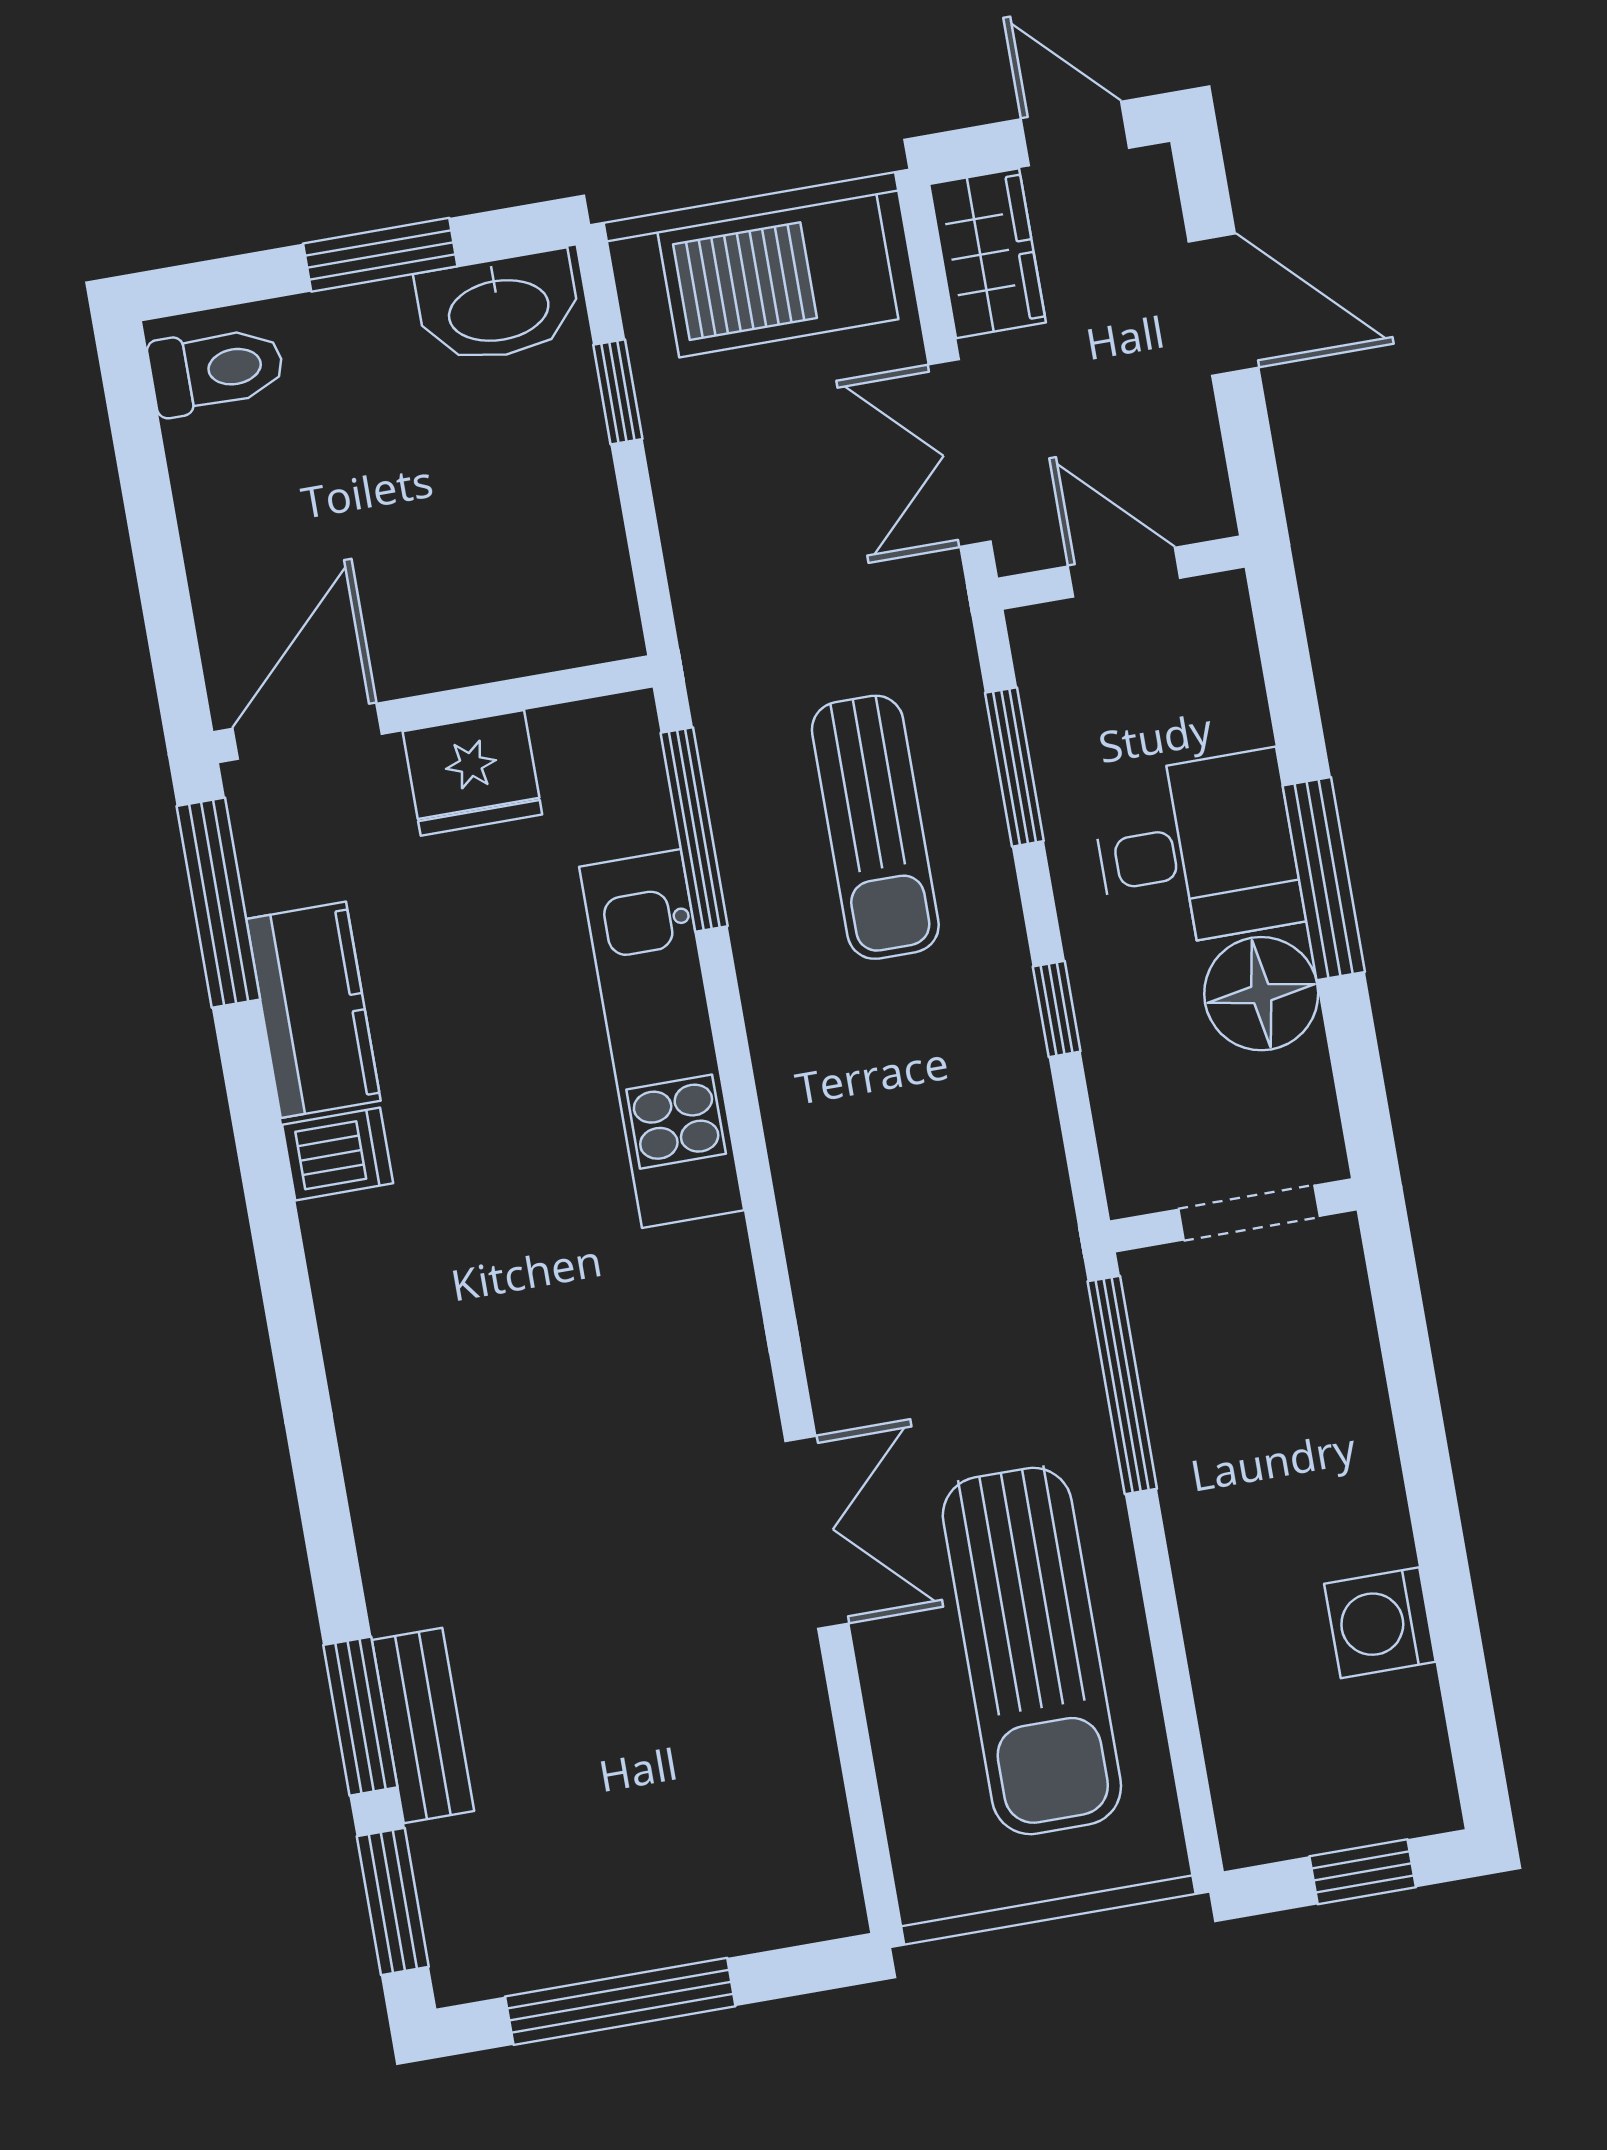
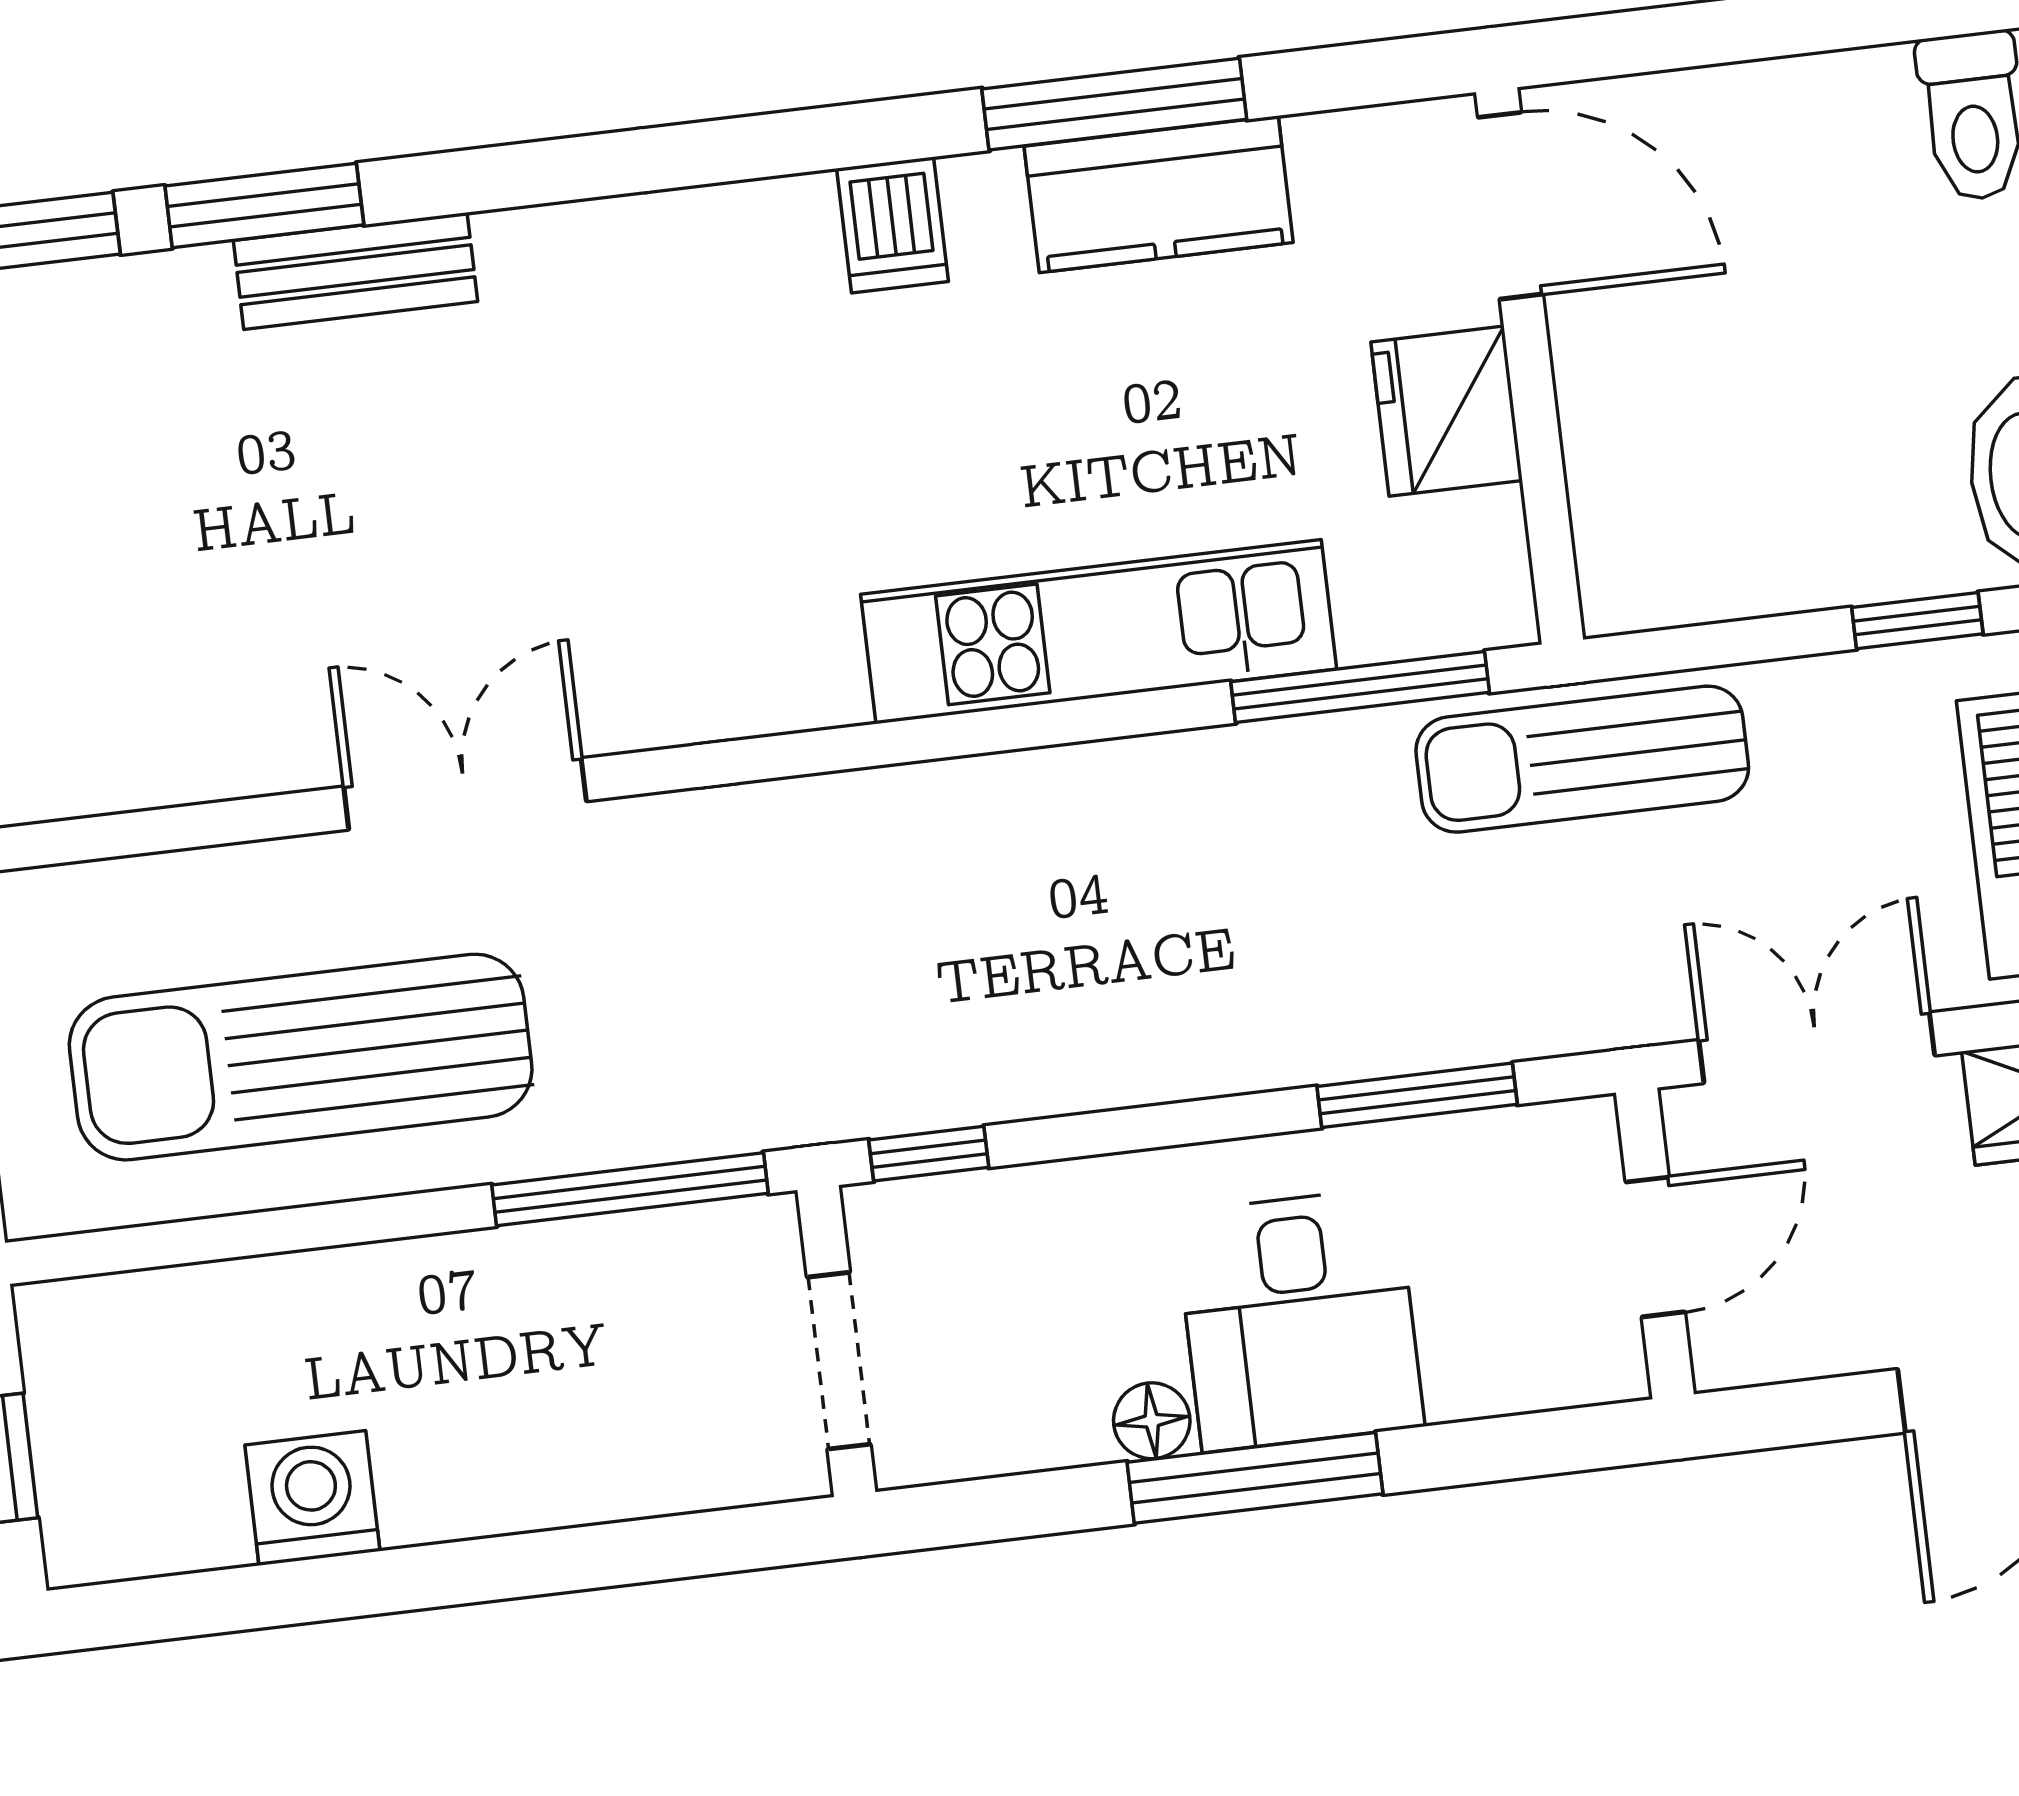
sun lounger: (875, 827) -> (1582, 759), moved
window: (218, 903) -> (1114, 104), moved
floor lamp: (1261, 994) -> (1152, 1421), width x0.53, depth x0.53
window: (1057, 1009) -> (929, 1154), moved
dishwasher: (338, 1154) -> (893, 225), moved
double door: (817, 1532) -> (465, 794), swing flipped
bench: (423, 1726) -> (355, 271), moved

